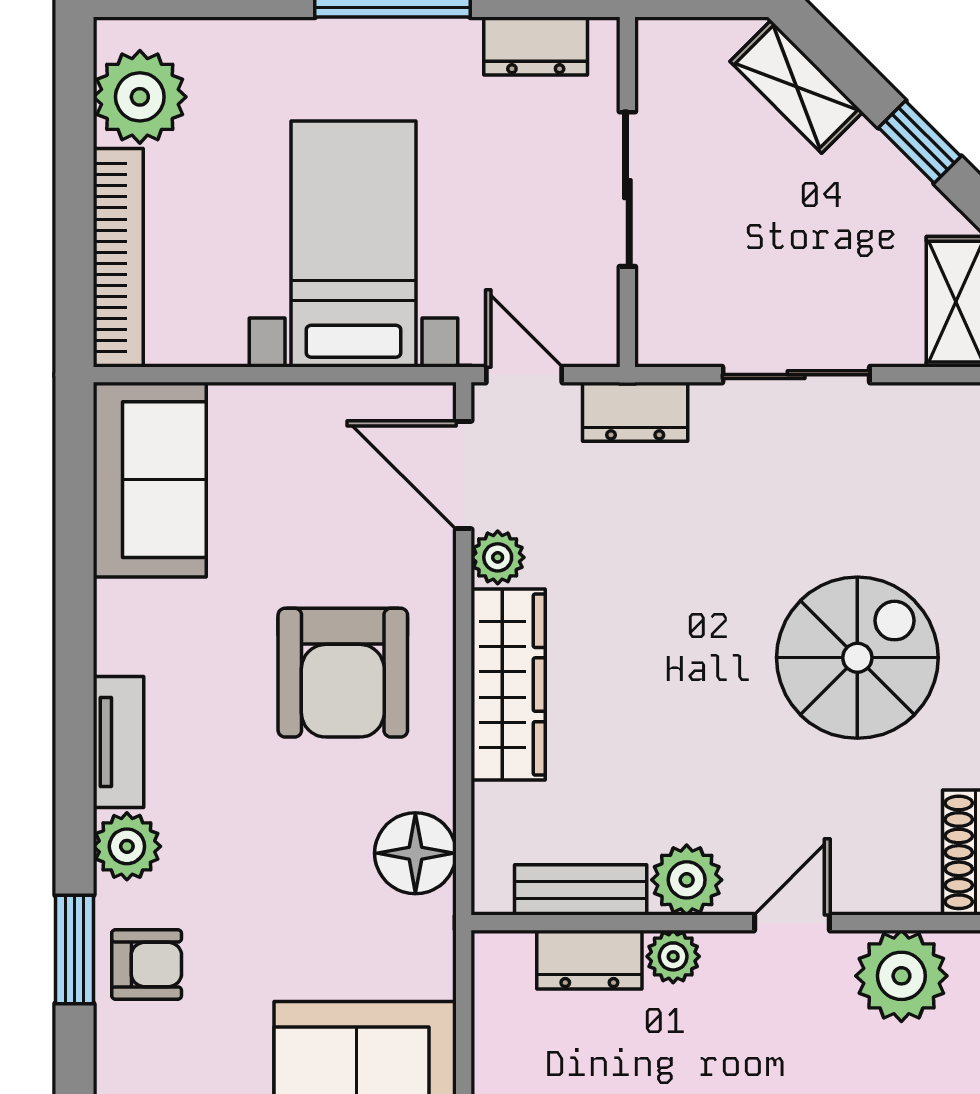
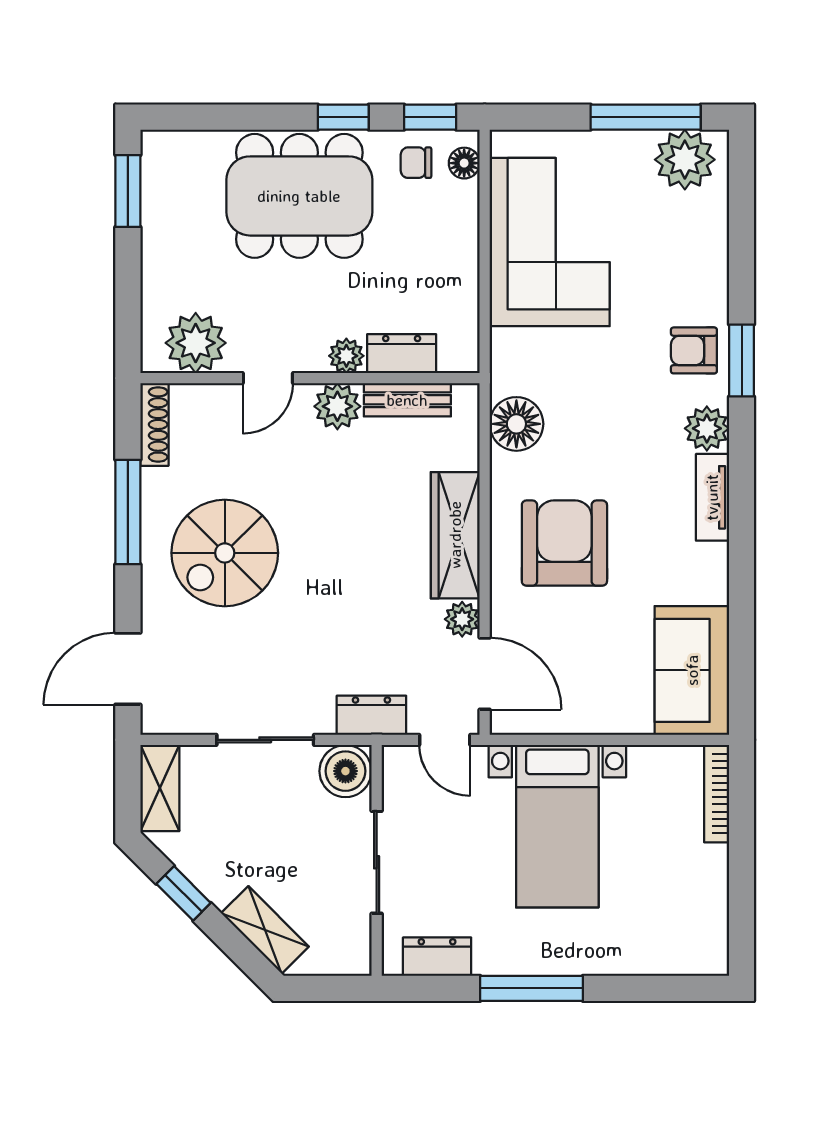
plant: (140, 97) -> (698, 923), removed
bookcase: (118, 258) -> (717, 794), width x0.68, depth x0.76
boiler: (674, 327) -> (345, 771), added

